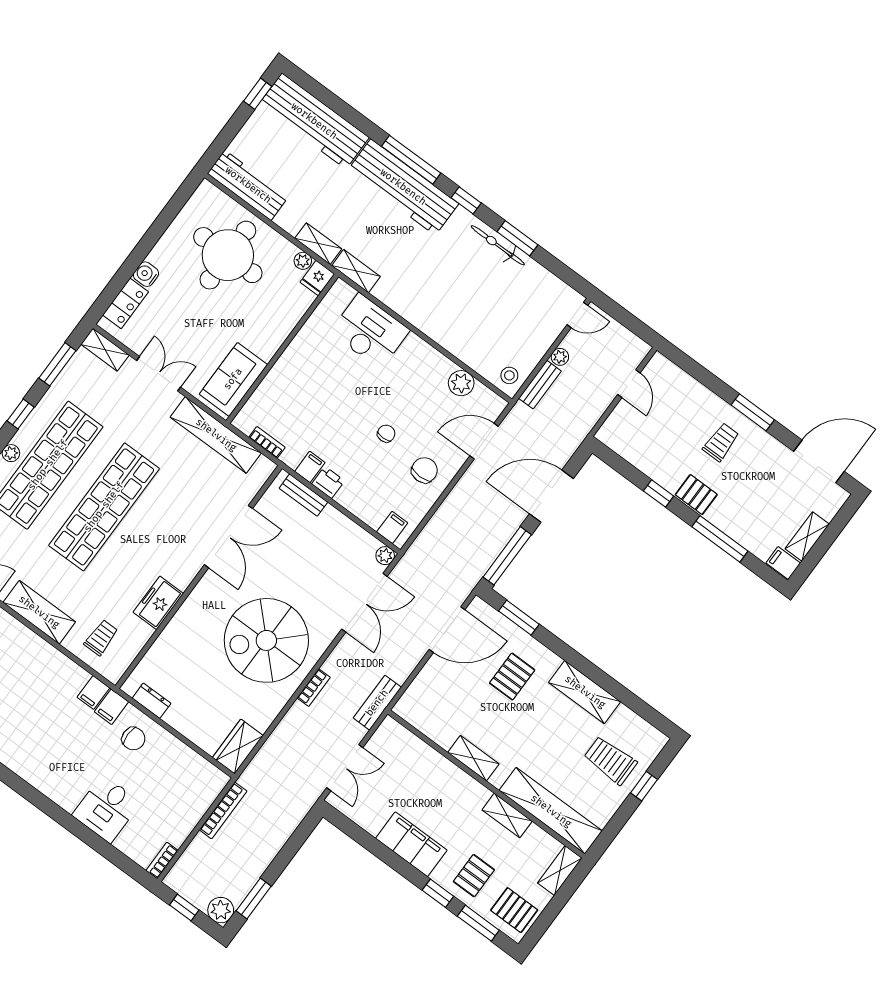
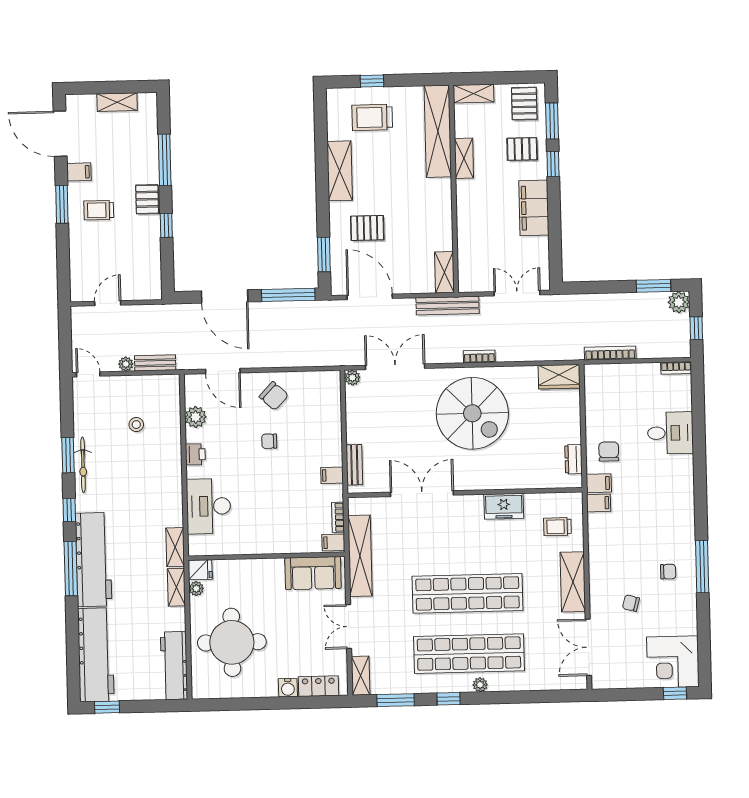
stool: (509, 375) -> (136, 425), moved
chair: (425, 470) -> (274, 396), turned -137
printer: (328, 482) -> (195, 454), moved, turned 180
filing cabinet: (392, 527) -> (333, 542), moved
filing cabinet: (783, 563) -> (79, 172), moved, turned -90
bench: (377, 703) -> (448, 306), width x1.36
shelving: (473, 758) -> (444, 272), moved
trolley: (610, 760) -> (372, 117), turned 90

